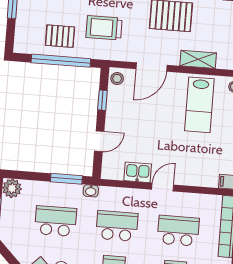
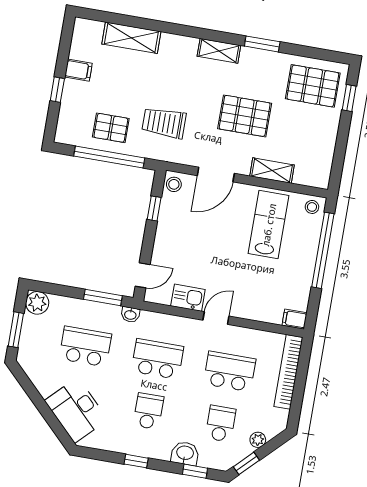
lab bench: (199, 105) -> (269, 225), turned 180
door: (99, 141) -> (143, 275), moved

